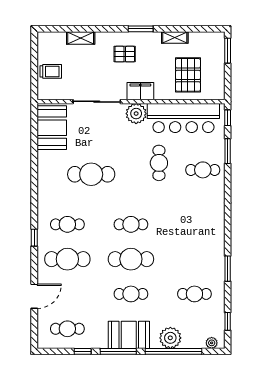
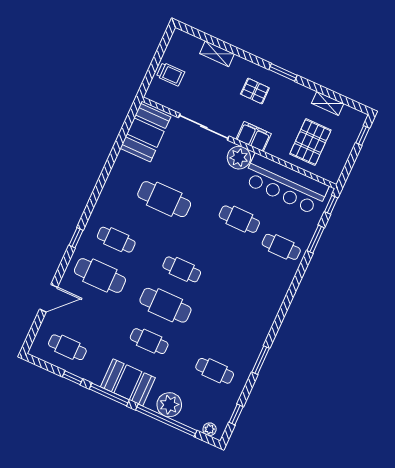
shelving: (175, 38) -> (328, 103), moved
window: (228, 51) -> (363, 135), width x0.67
cafe table: (159, 163) -> (239, 219), turned 90

